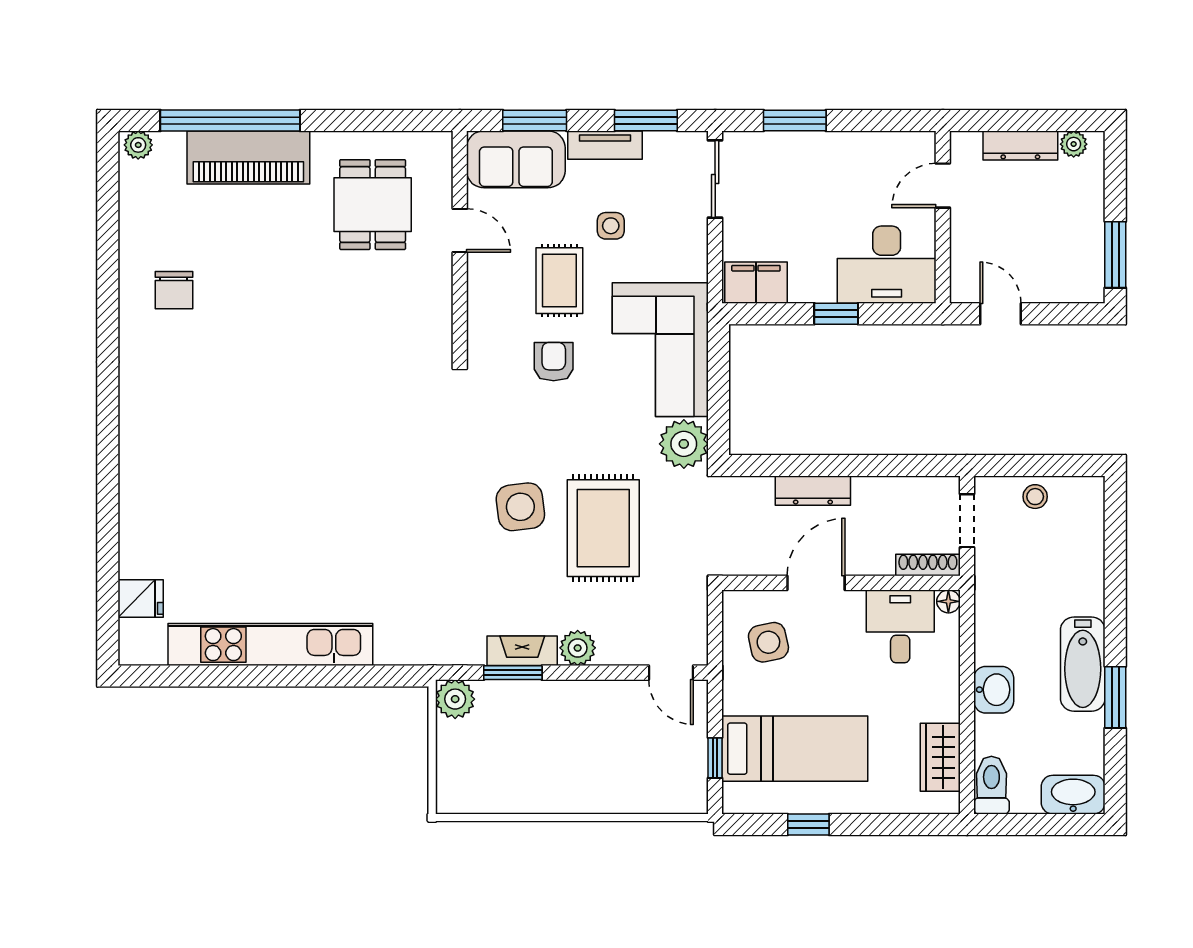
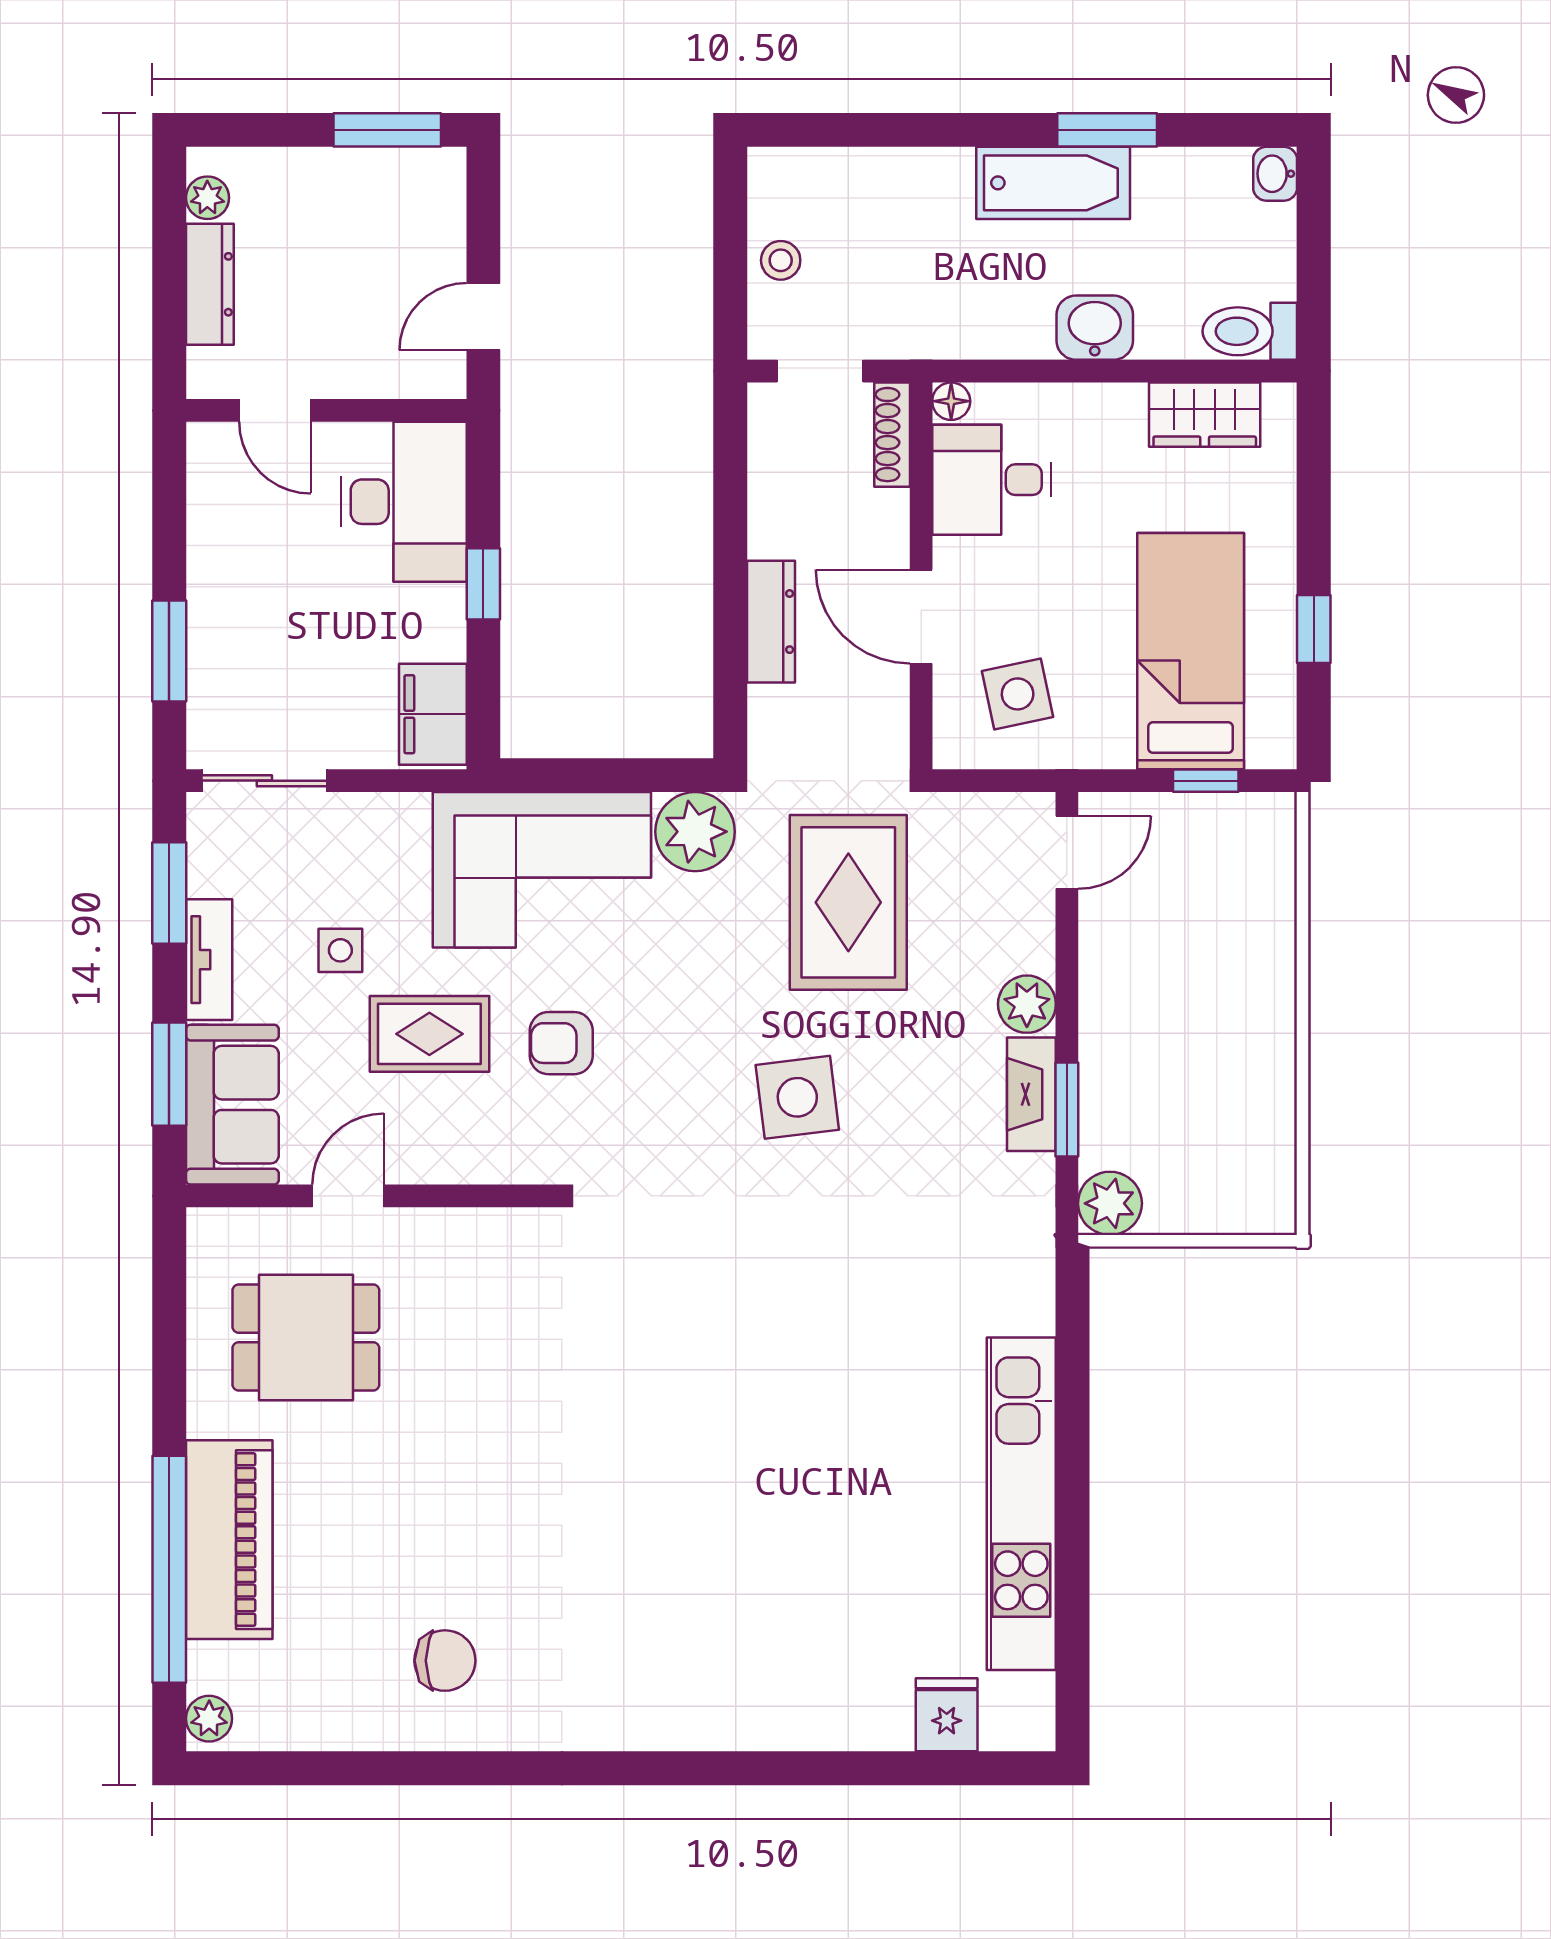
rug: (603, 528) -> (848, 902), moved, turned 90
washbasin: (1073, 795) -> (1275, 174), width x0.52, depth x0.69

